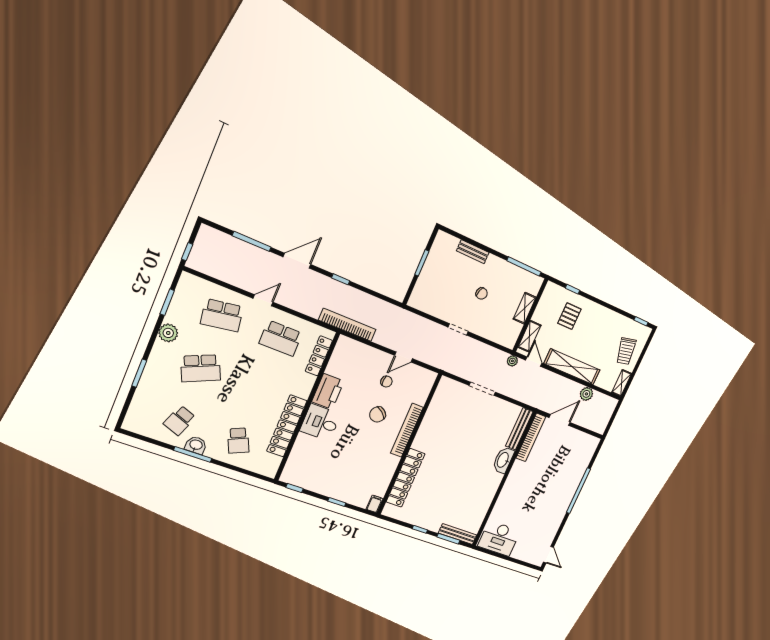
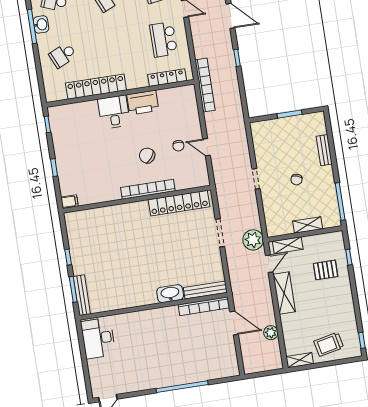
plant: (512, 361) -> (253, 240), width x1.87, depth x1.87
shelving: (572, 367) -> (284, 293), width x0.68
locker: (406, 478) -> (179, 203), moved

